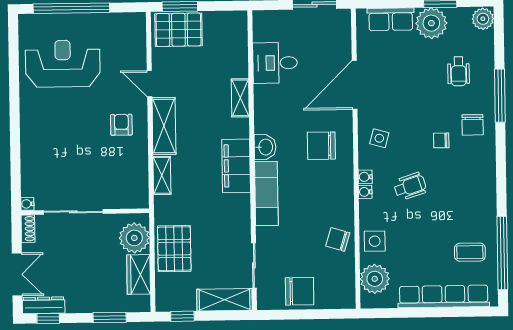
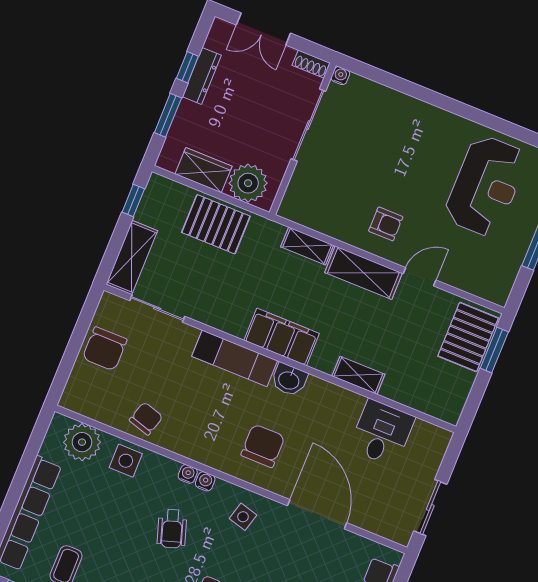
dresser: (44, 305) -> (202, 76), moved
window: (48, 318) -> (187, 67), moved

